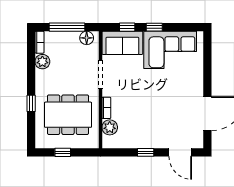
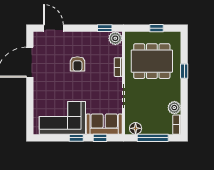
armchair: (153, 112) -> (77, 64), added
plant: (110, 127) -> (115, 38), moved
window: (146, 152) -> (105, 28), moved

